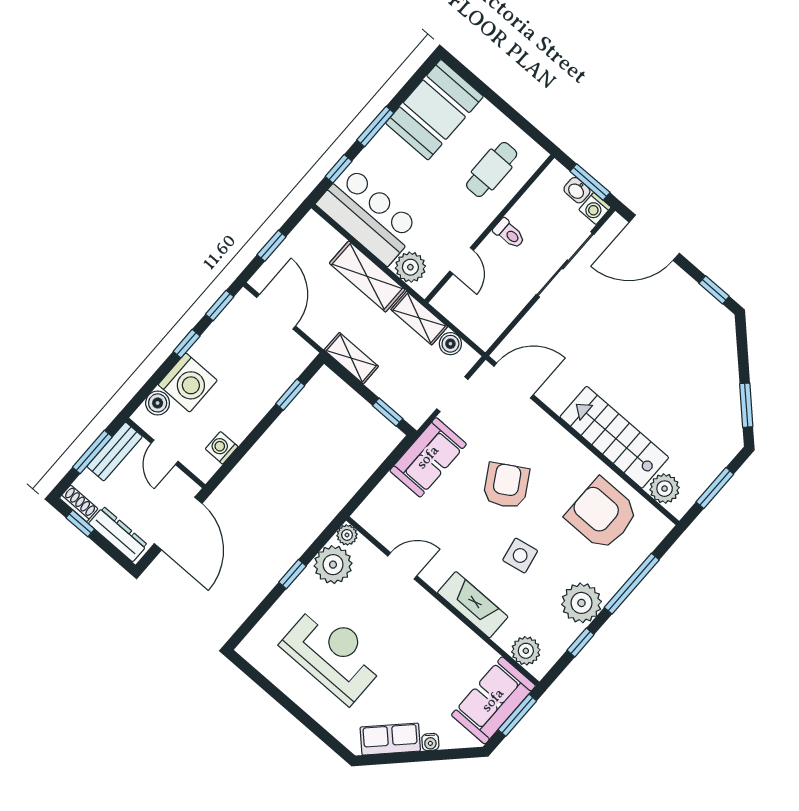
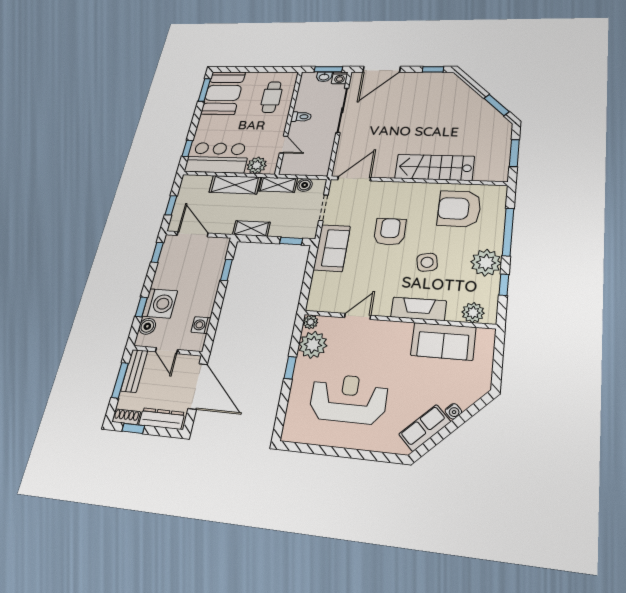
window: (375, 126) -> (204, 90), moved
window: (187, 344) -> (141, 307), moved
armchair: (506, 486) -> (390, 232), turned 31
plant: (665, 489) -> (485, 172), removed
sofa: (493, 700) -> (443, 341), moved, turned -90
window: (517, 715) -> (498, 355), removed

